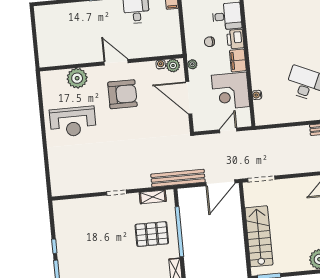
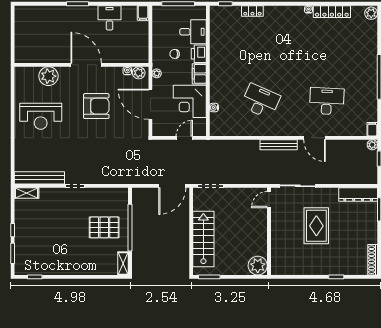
door: (116, 62) -> (86, 65), width x1.36
armchair: (122, 94) -> (96, 106), moved
bench: (178, 178) -> (39, 178), moved
shelving: (153, 197) -> (26, 193), moved

